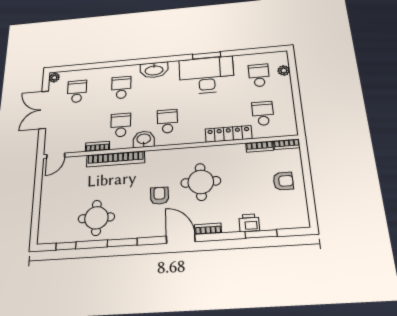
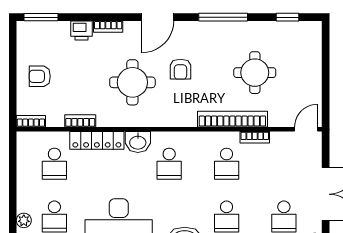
washbasin: (144, 139) -> (138, 142), moved
bookcase: (260, 147) -> (80, 121), moved
round table: (96, 218) -> (255, 73), moved
bookcase: (208, 229) -> (108, 27), moved
window: (261, 234) -> (41, 17), moved
door: (181, 239) -> (158, 17), hinge flipped
window: (122, 242) -> (223, 17), width x1.44

